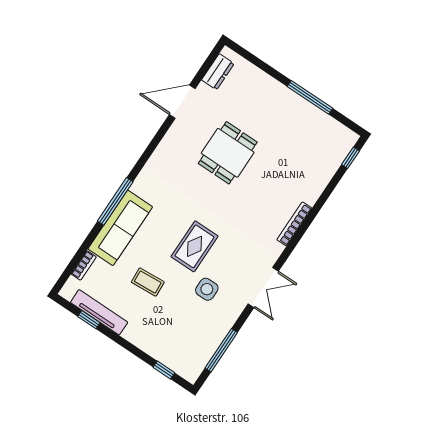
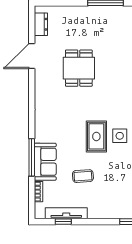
window: (115, 201) -> (32, 157), moved
sofa: (120, 228) -> (45, 162), width x0.73
side table: (207, 289) -> (120, 136), moved

